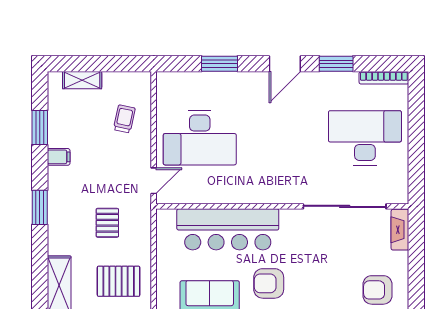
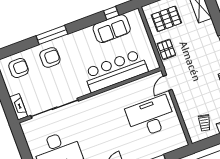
trolley: (124, 119) -> (205, 123), moved
pallet: (107, 223) -> (166, 49), moved
armchair: (269, 283) -> (50, 57), moved

